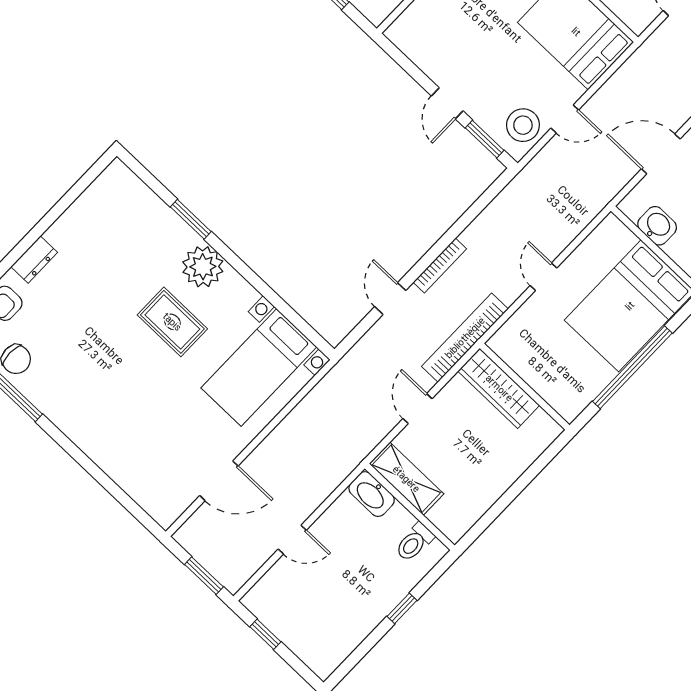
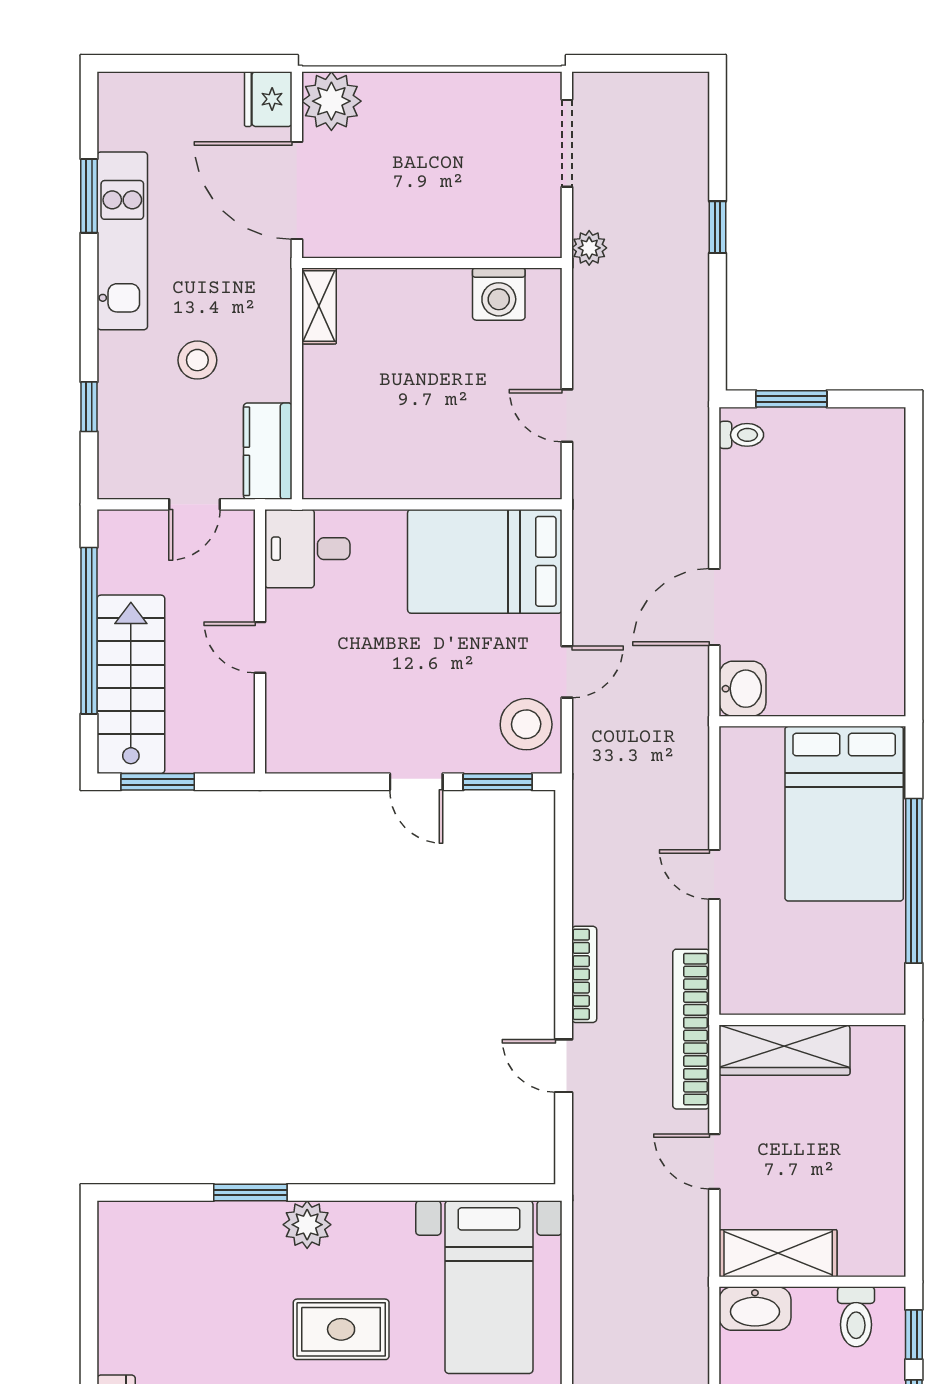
washbasin: (657, 226) -> (742, 689), moved, turned 90
plant: (203, 267) -> (307, 1225), width x0.73, depth x0.73
window: (433, 576) -> (914, 1334), added

